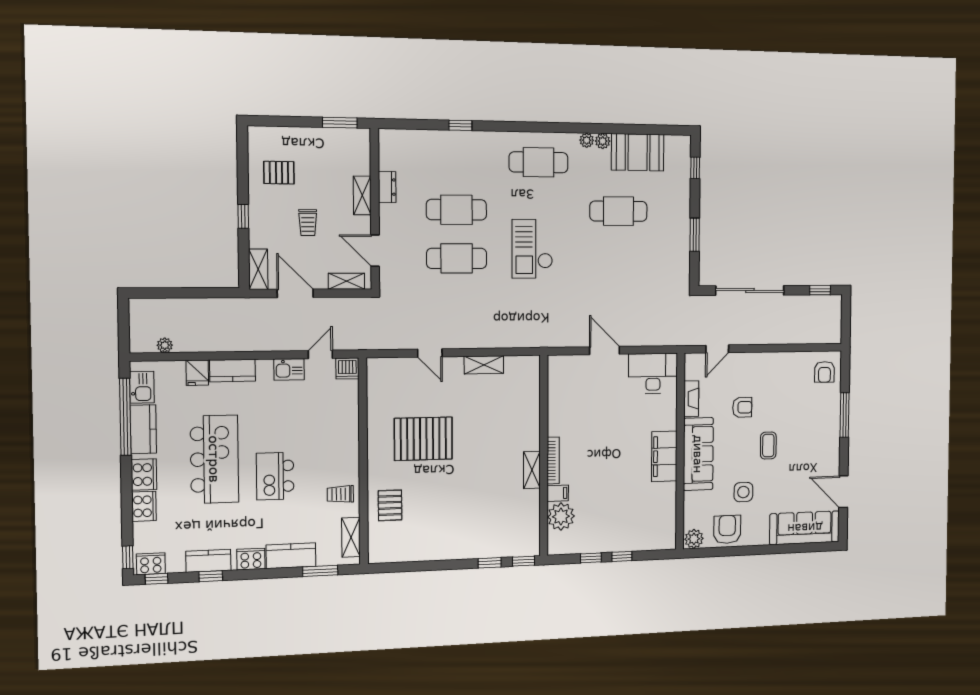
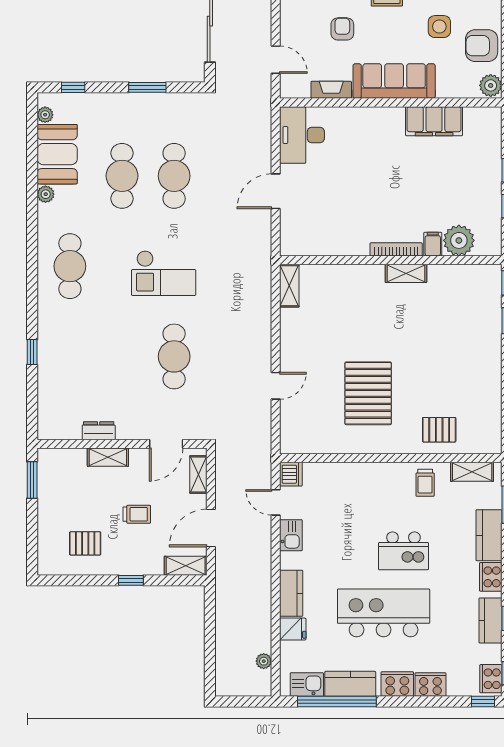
plant: (587, 140) -> (45, 115), moved
pallet: (279, 173) -> (85, 543), turned 90
cafe table: (456, 210) -> (174, 176), moved
shelving: (484, 365) -> (289, 286), moved
filing cabinet: (664, 456) -> (434, 121), moved

